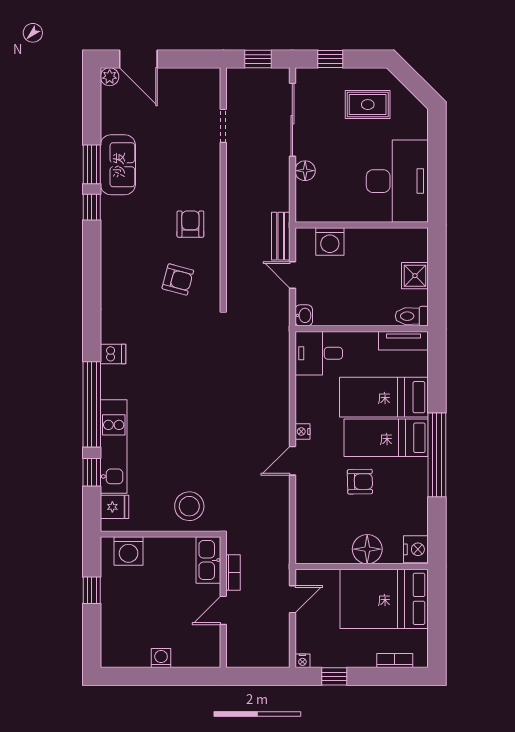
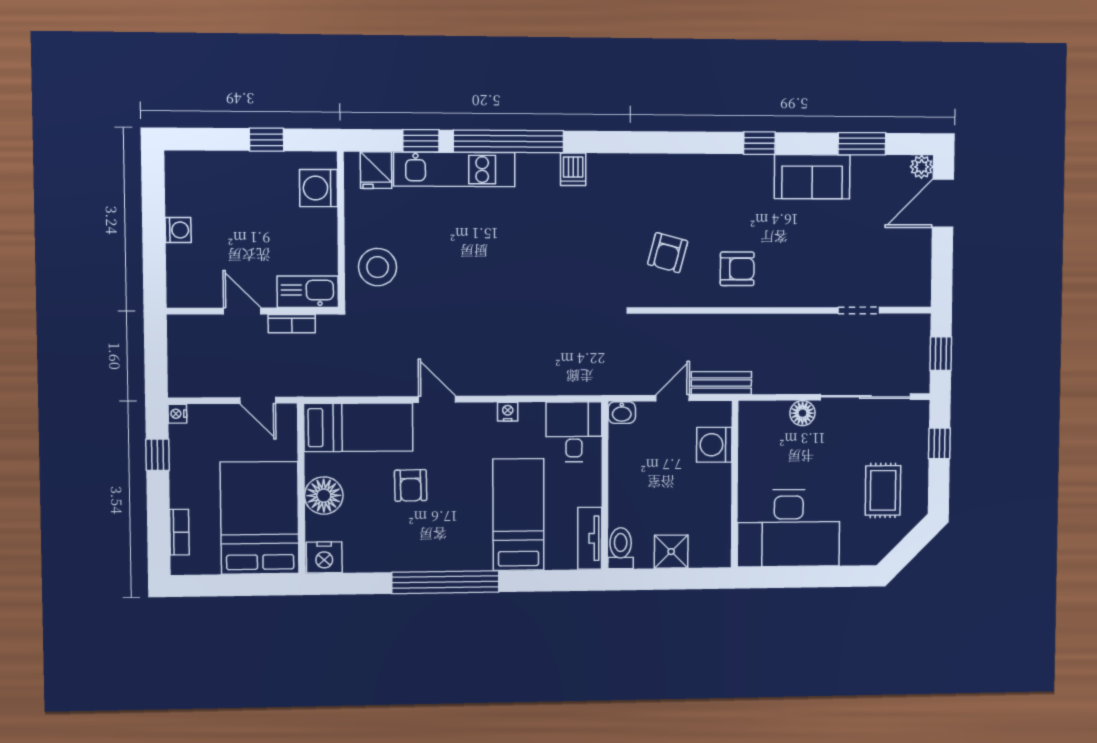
window: (92, 164) -> (862, 144), moved
nightstand: (302, 431) -> (508, 412), moved
bed: (386, 438) -> (358, 427), moved, turned 90

